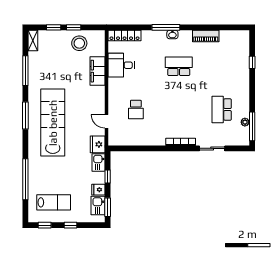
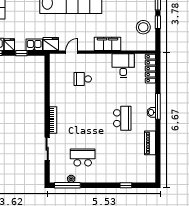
filing cabinet: (97, 71) -> (107, 44), moved

